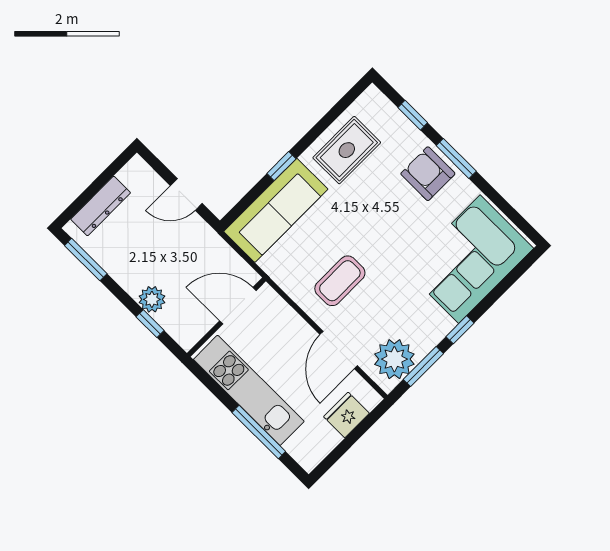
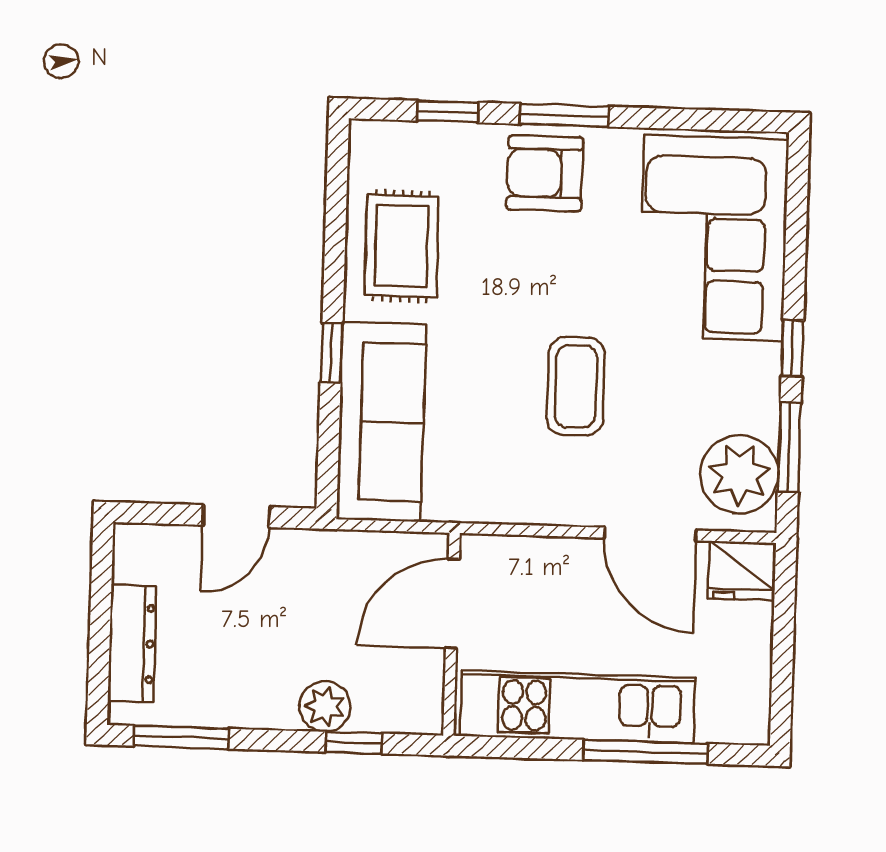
coffee table: (340, 281) -> (576, 386), moved
fridge: (346, 415) -> (742, 571), moved, turned -90

